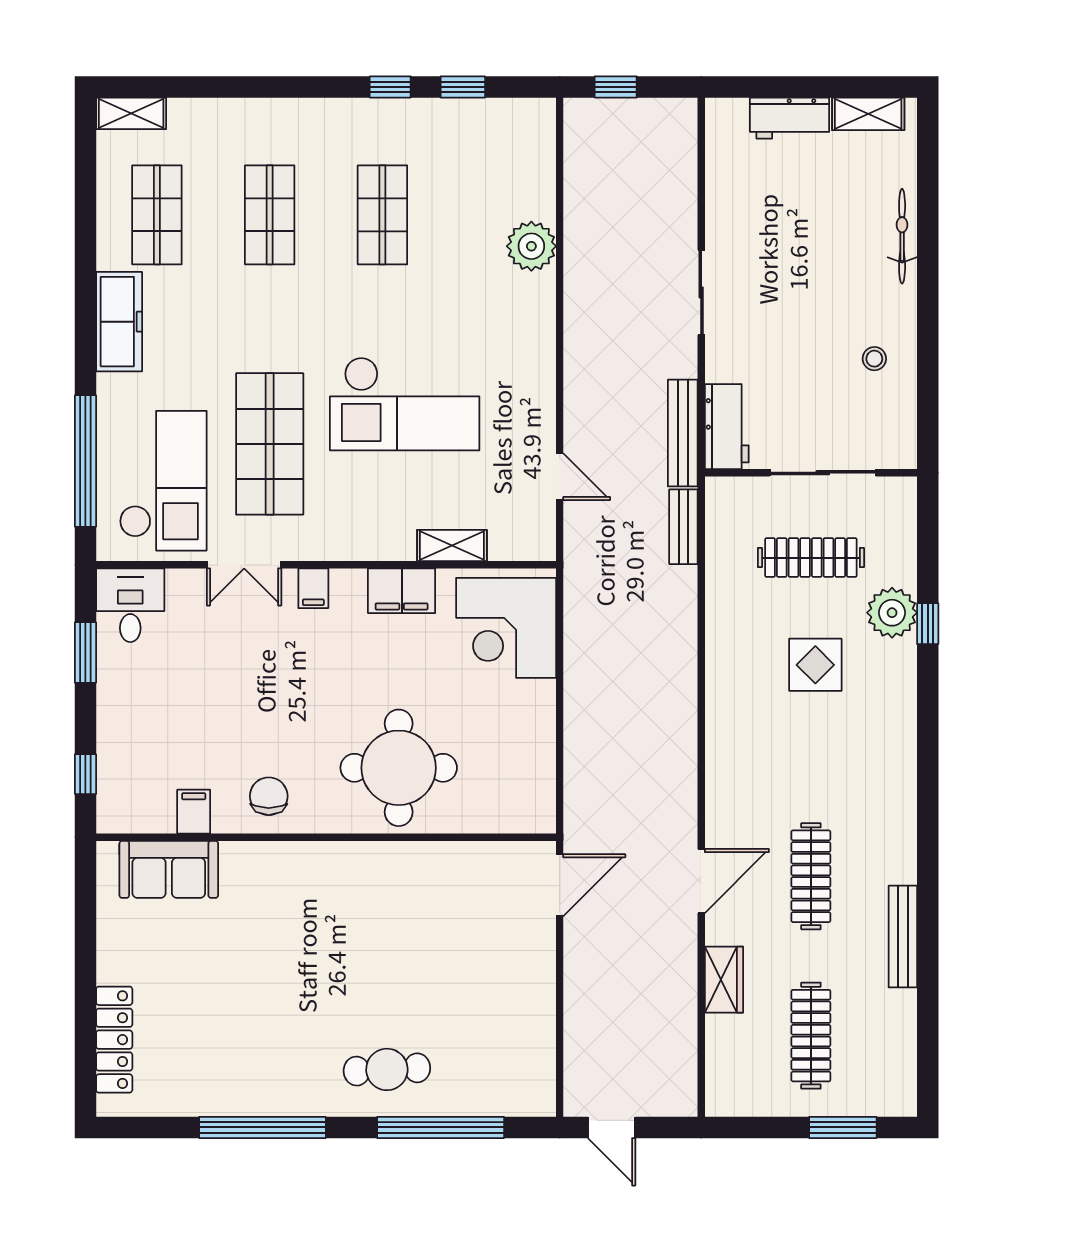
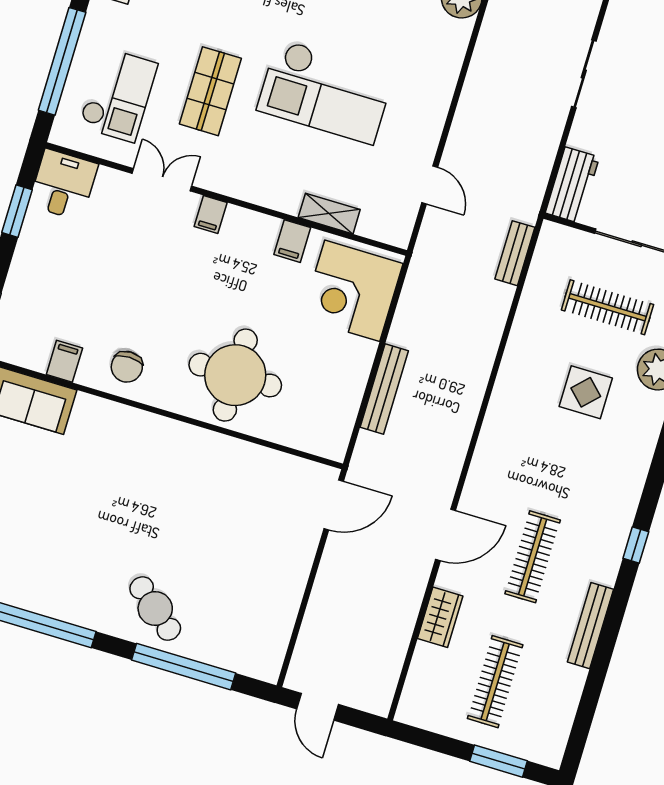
bench: (683, 433) -> (384, 389), moved
shop shelf: (270, 444) -> (210, 91), width x0.70, depth x0.74
checkout: (163, 481) -> (118, 95), width x0.73, depth x0.83
double door: (244, 565) -> (162, 180), swing flipped
filing cabinet: (402, 591) -> (292, 241), width x0.50
chair: (269, 796) -> (127, 367), turned 180
window: (928, 826) -> (636, 545), added
cafe table: (387, 1069) -> (155, 609), turned 43

